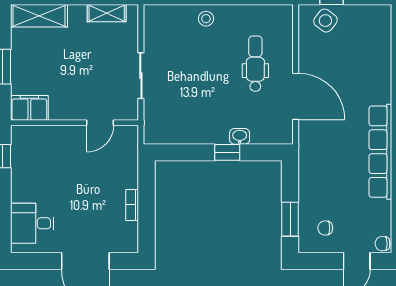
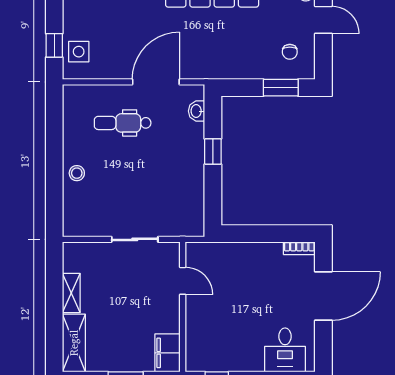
shelving: (107, 13) -> (71, 293), moved
side table: (325, 21) -> (79, 52), turned -38
washbasin: (240, 136) -> (197, 111), moved
bookcase: (132, 205) -> (299, 248), moved

